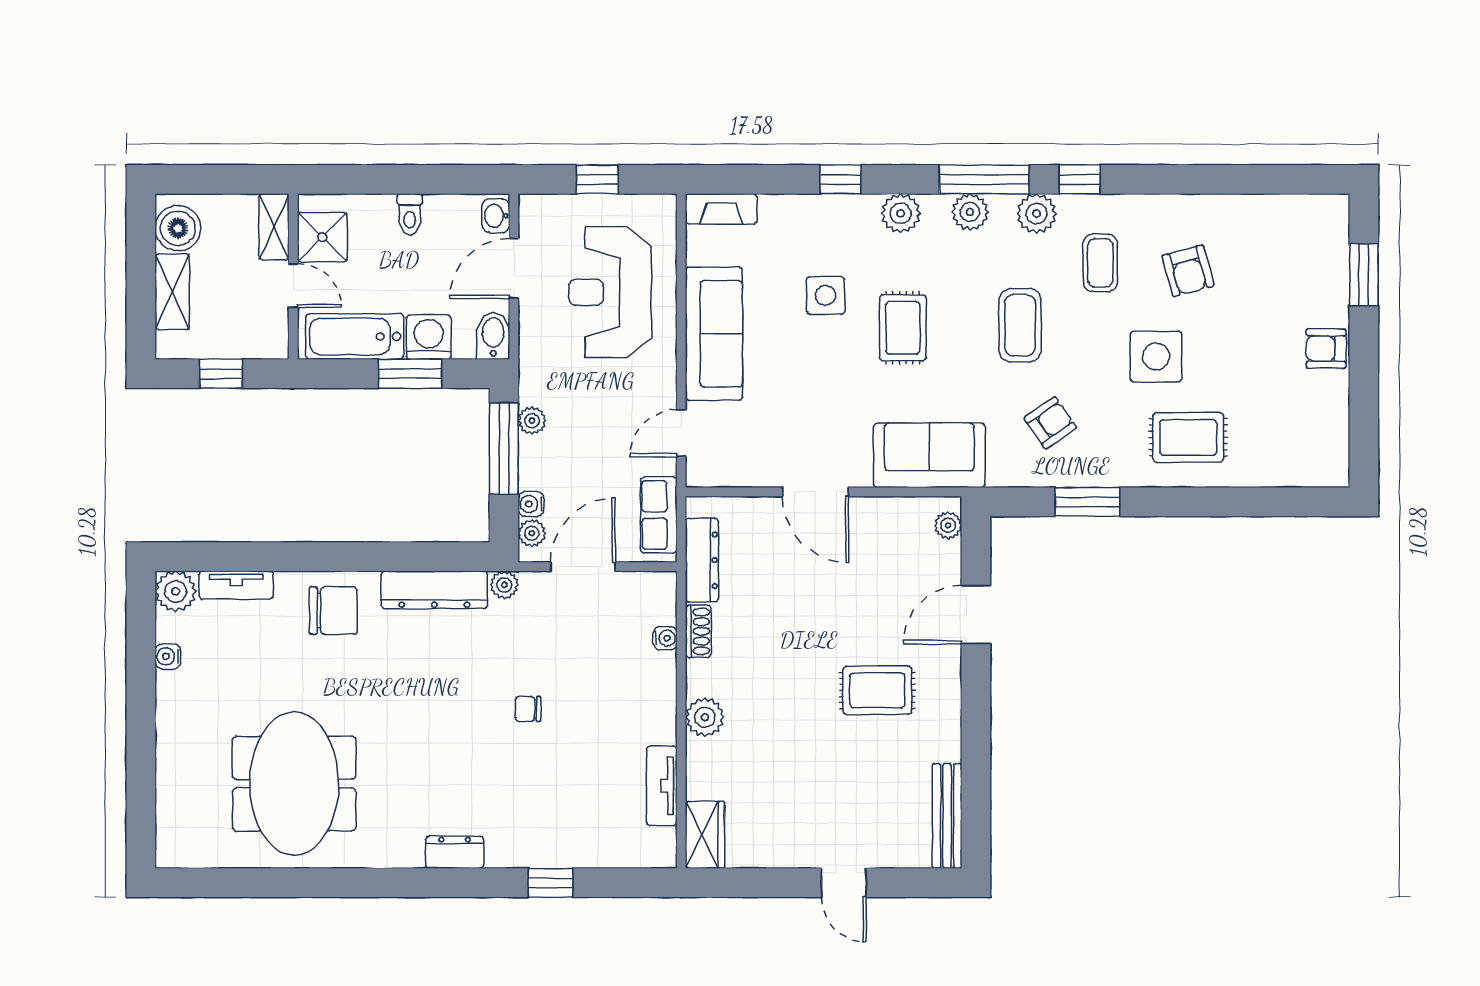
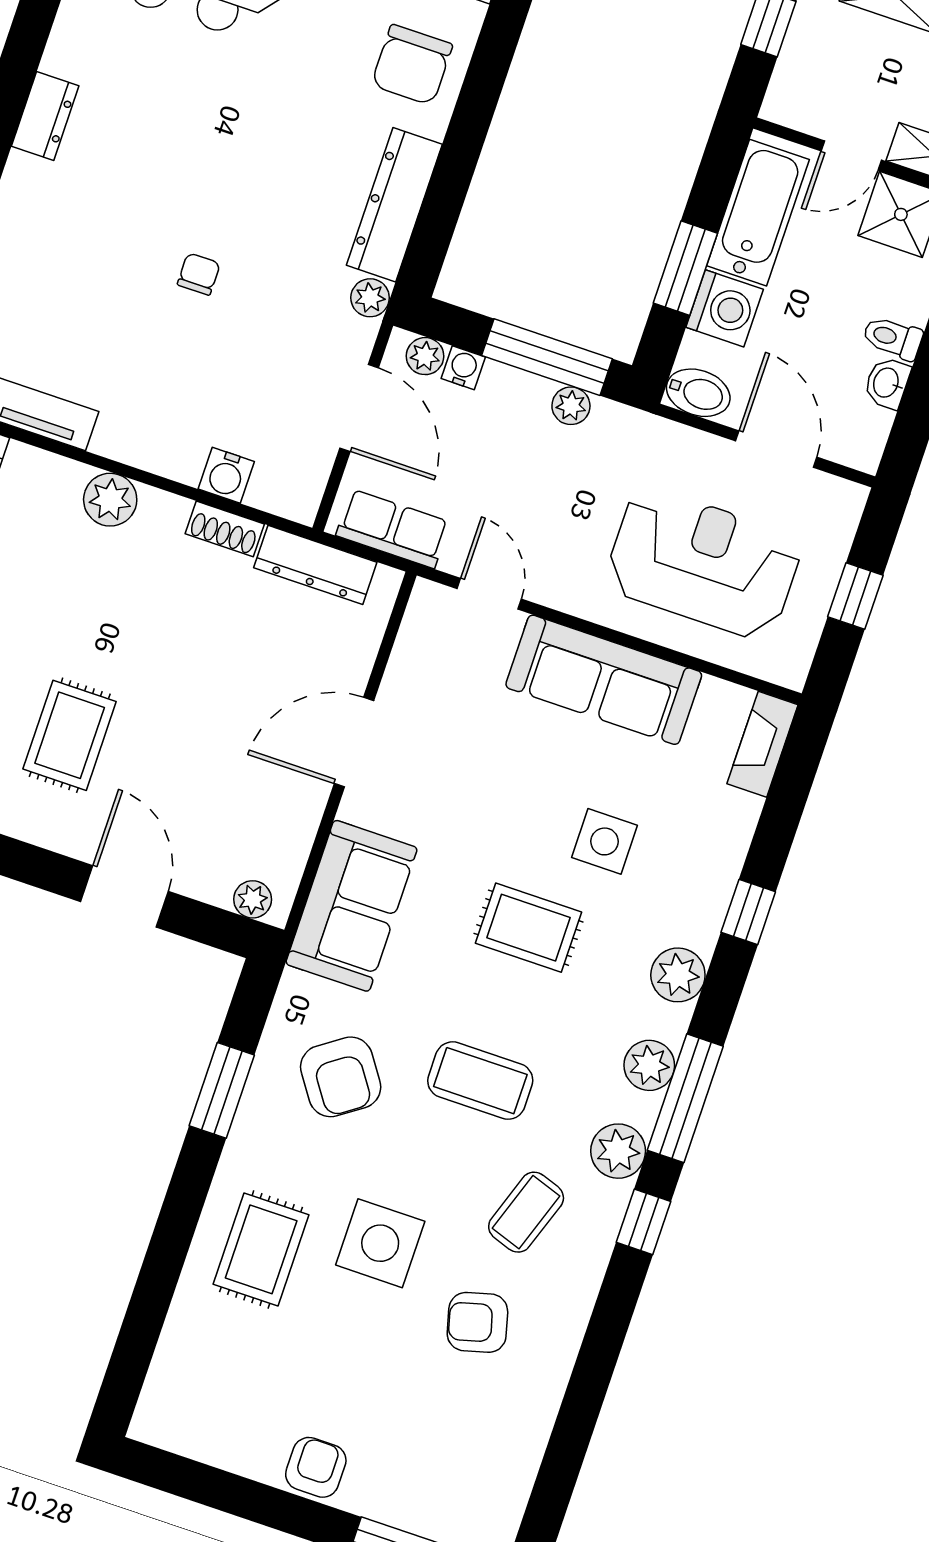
washbasin: (496, 216) -> (887, 383), moved, turned -90
coffee table: (1100, 263) -> (526, 1212), turned -71
armchair: (1050, 423) -> (341, 1077), width x1.38, depth x1.38
water cooler: (665, 638) -> (226, 475), width x1.38, depth x1.38

